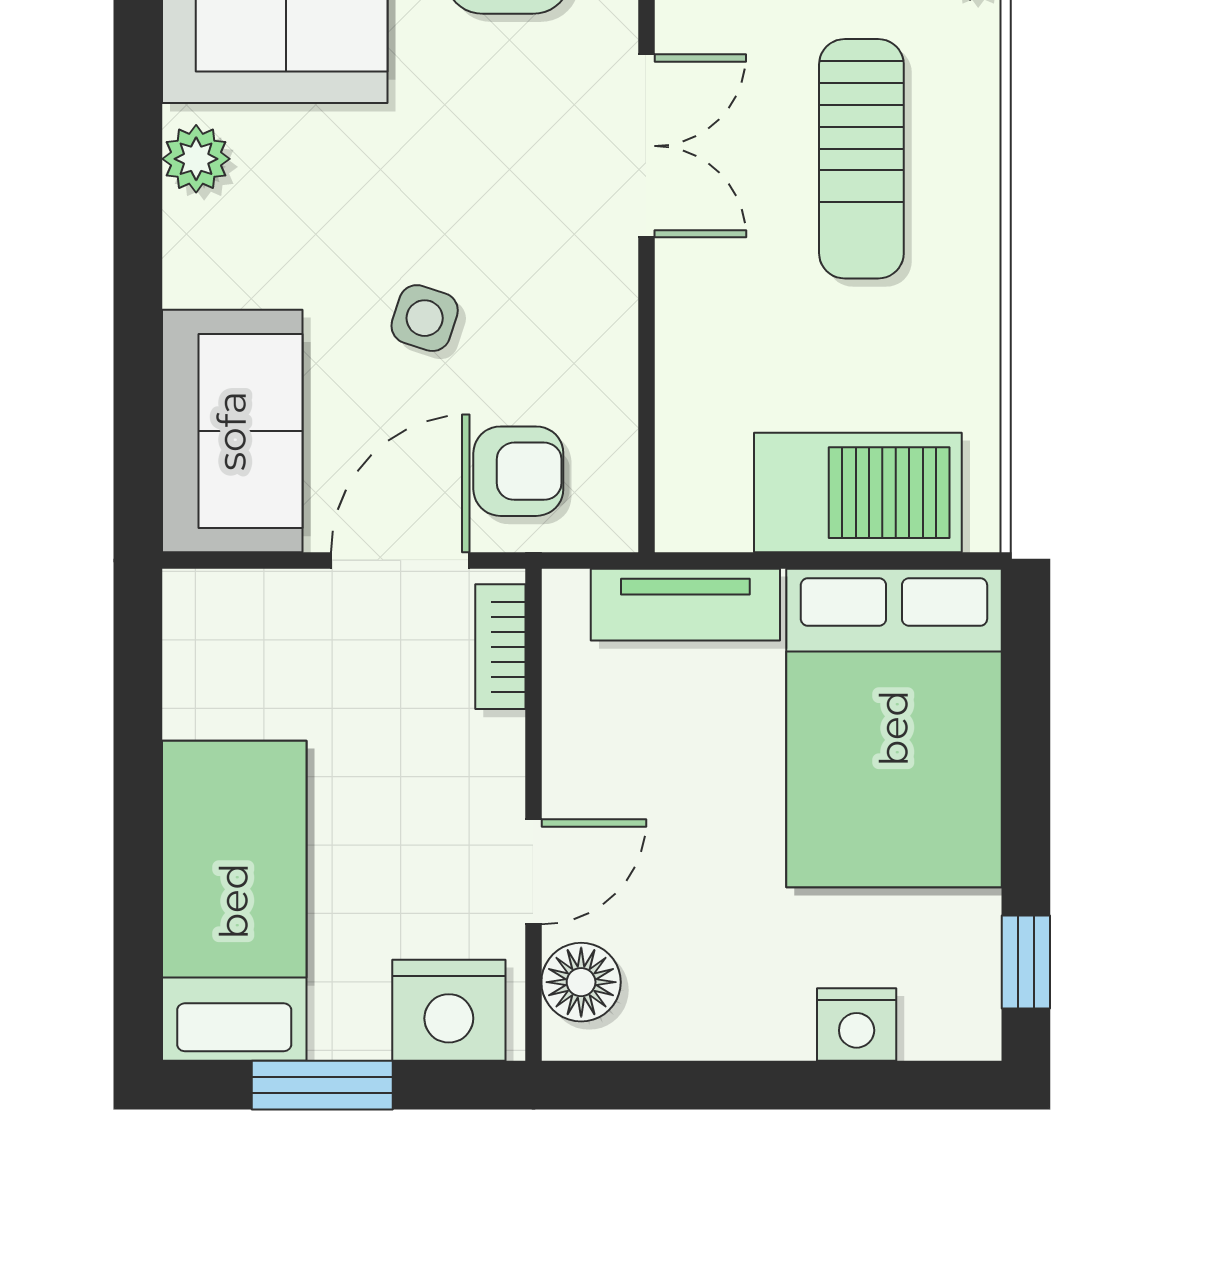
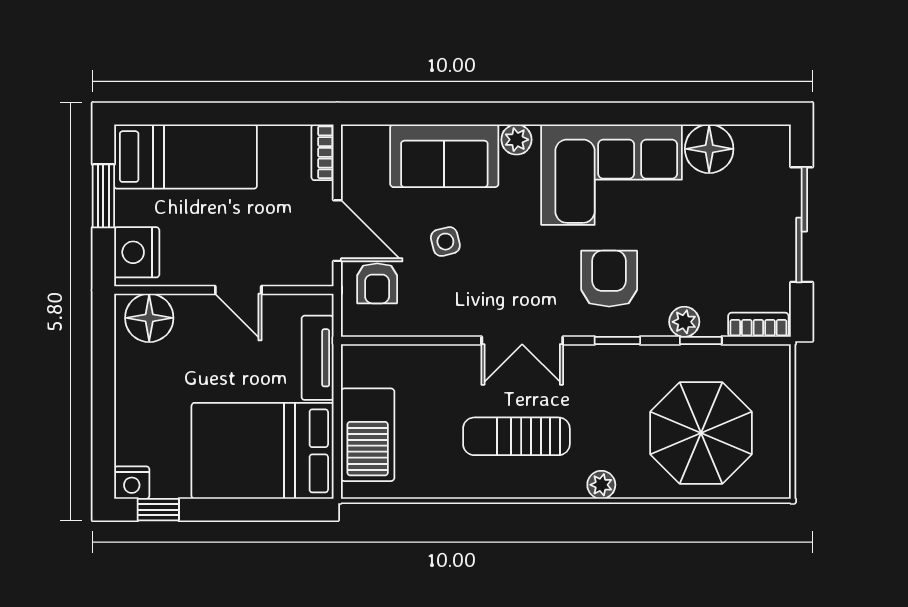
side table: (425, 318) -> (445, 242), turned -32
sofa: (232, 431) -> (444, 156), moved
bookcase: (500, 647) -> (323, 152), moved, turned -90
door: (533, 872) -> (238, 290), moved
floor lamp: (581, 982) -> (149, 318), width x1.38, depth x1.38
nightstand: (857, 1025) -> (132, 483), moved, turned -90

